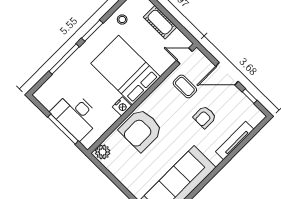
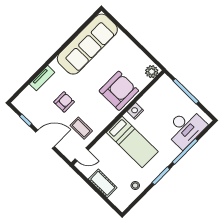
bed: (126, 70) -> (132, 142), width x0.67
desk: (76, 115) -> (185, 128), moved, turned 90
tv unit: (235, 140) -> (42, 78), width x0.71

